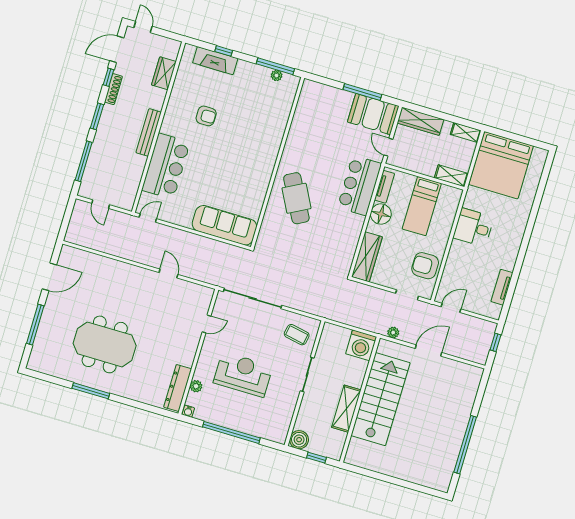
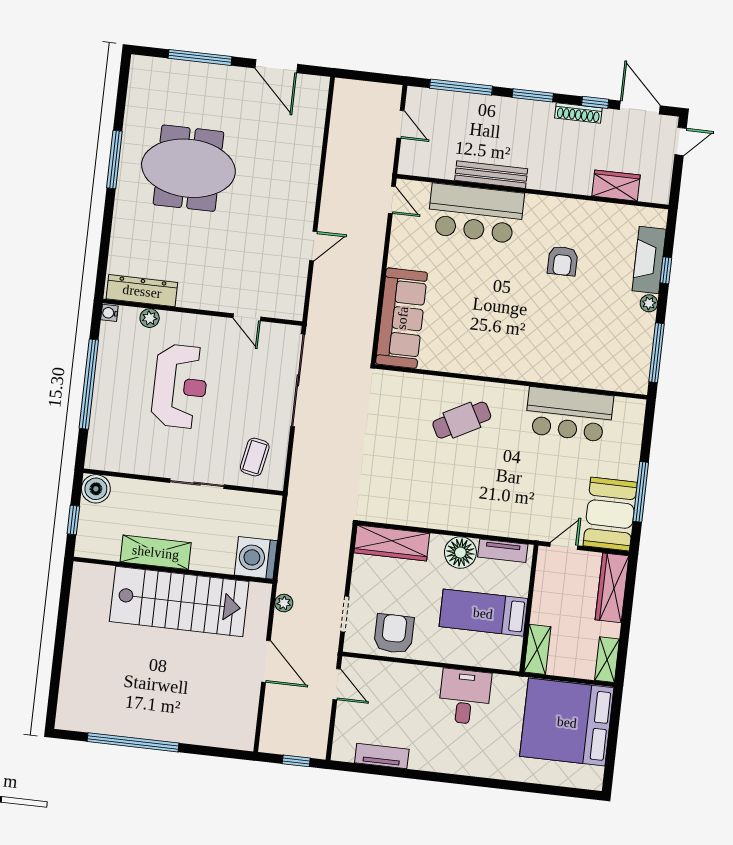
plant: (277, 76) -> (649, 303), moved
bench: (149, 132) -> (491, 175), moved
bar counter: (360, 186) -> (569, 414), moved, turned 180
cafe table: (296, 198) -> (462, 420), width x0.73, depth x0.74
door: (101, 204) -> (400, 124), swing flipped
meeting table: (105, 344) -> (188, 168), turned 90

